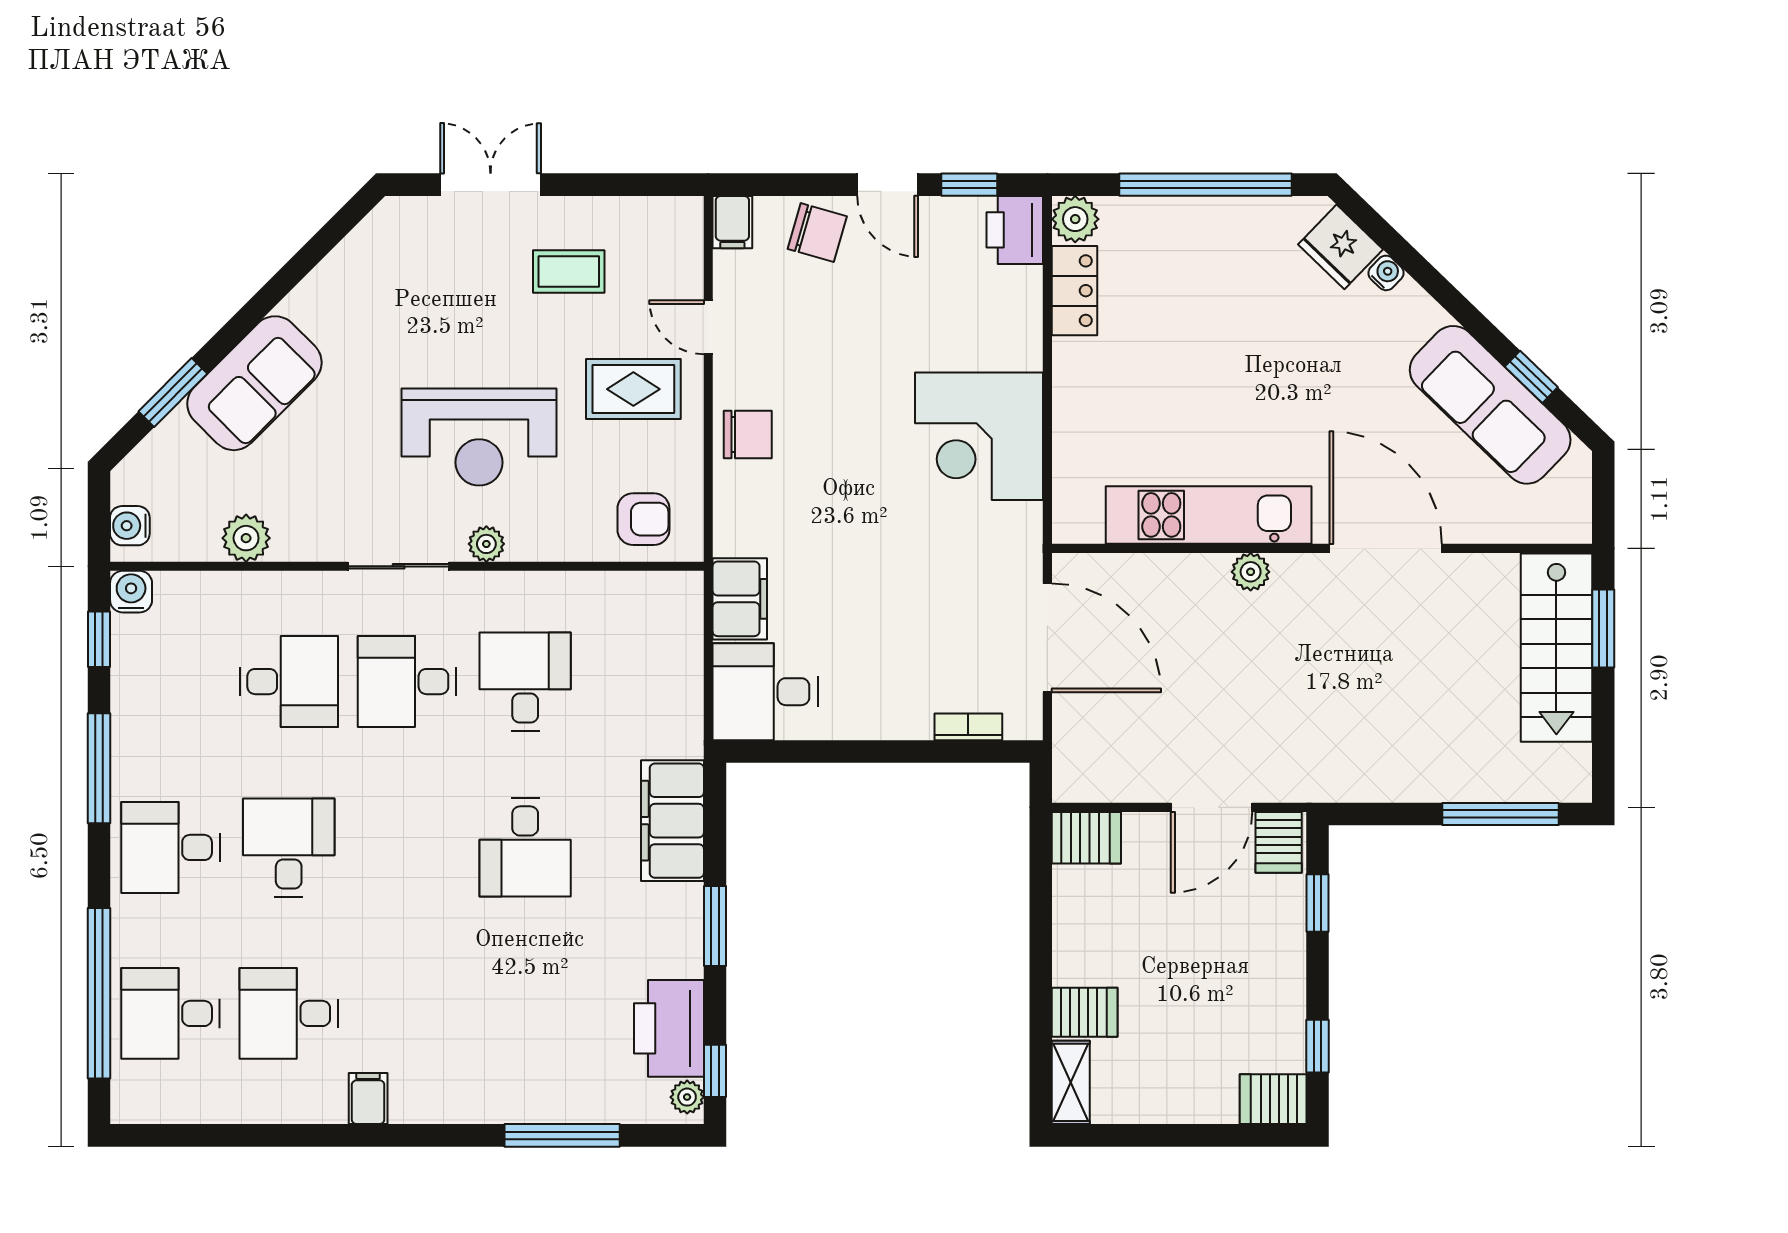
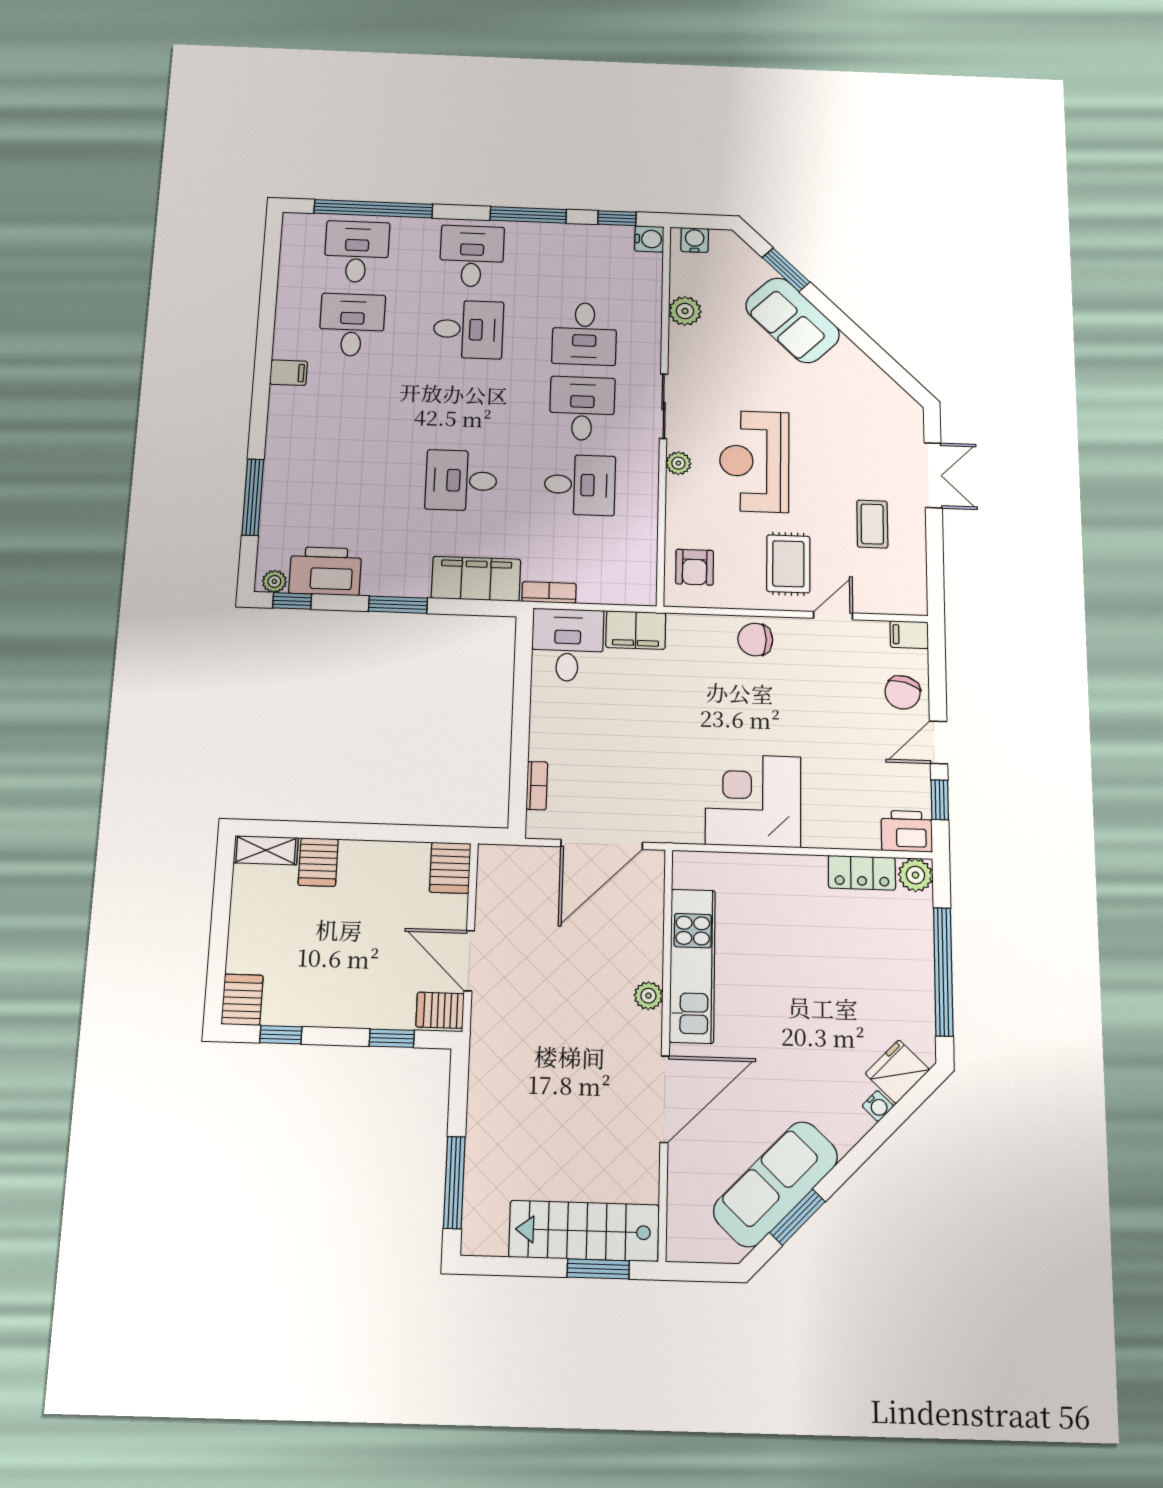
window: (1531, 377) -> (797, 1217), width x1.50
chair: (748, 434) -> (755, 640), turned 90
bookcase: (689, 719) -> (549, 592), added

